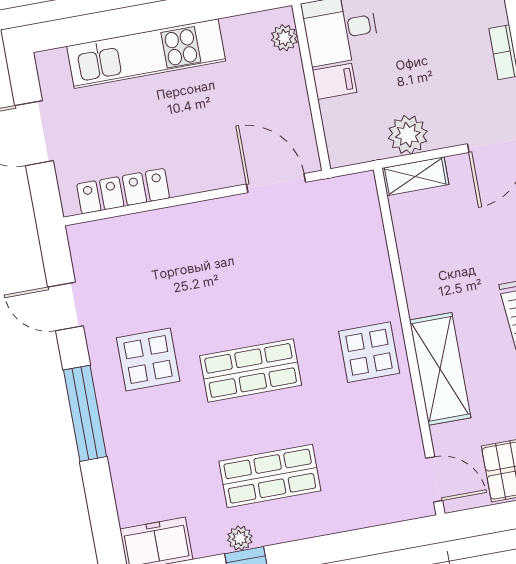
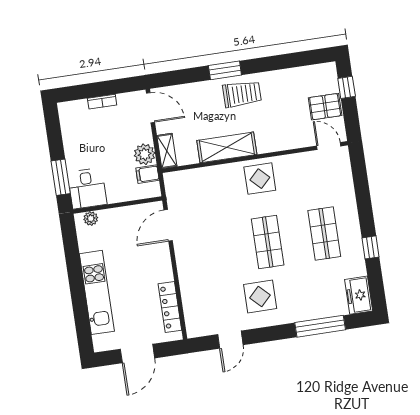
filing cabinet: (335, 81) -> (147, 174), moved, turned -90
shelving: (440, 369) -> (227, 147), moved
window: (85, 413) -> (320, 326), moved
door: (434, 479) -> (329, 146), hinge flipped
plant: (240, 538) -> (357, 251), removed

